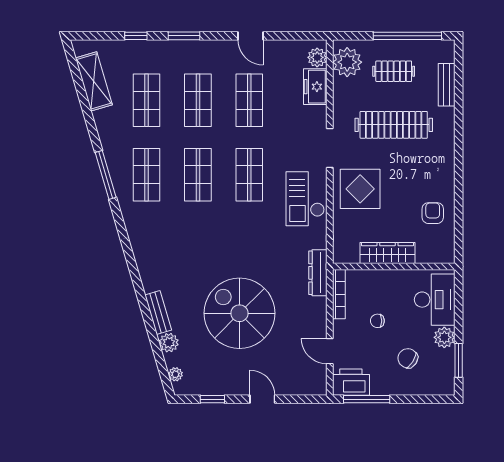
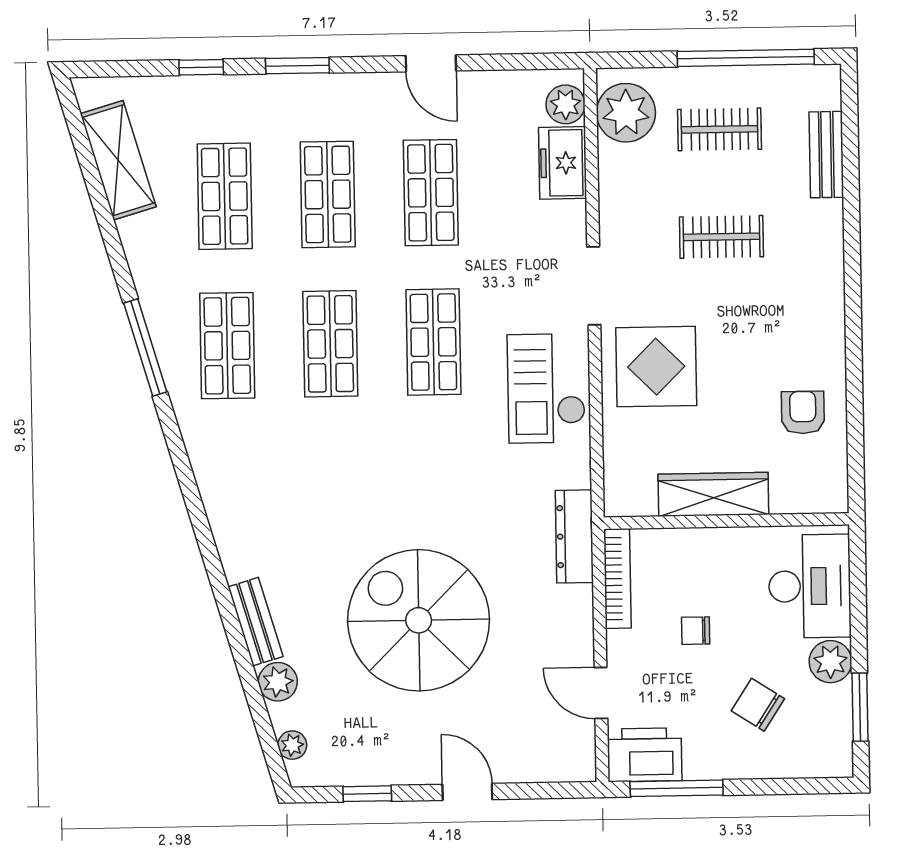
clothes rail: (394, 125) -> (721, 237), width x0.54, depth x0.76

